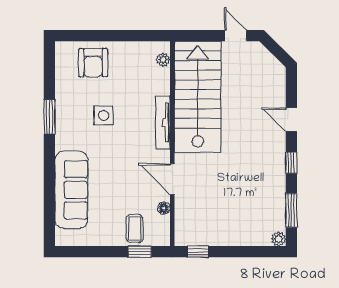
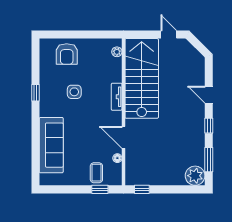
window: (49, 117) -> (35, 93), width x0.67
tv unit: (163, 122) -> (117, 97), width x0.71
plant: (279, 239) -> (195, 176), width x1.88, depth x1.88

